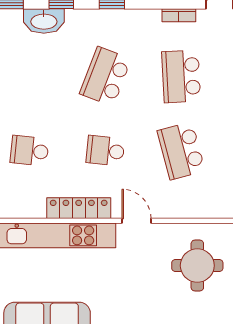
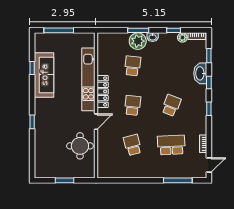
school desk: (105, 76) -> (171, 105), width x0.54
school desk: (181, 151) -> (133, 145), width x0.54
round table: (197, 266) -> (80, 146), moved

